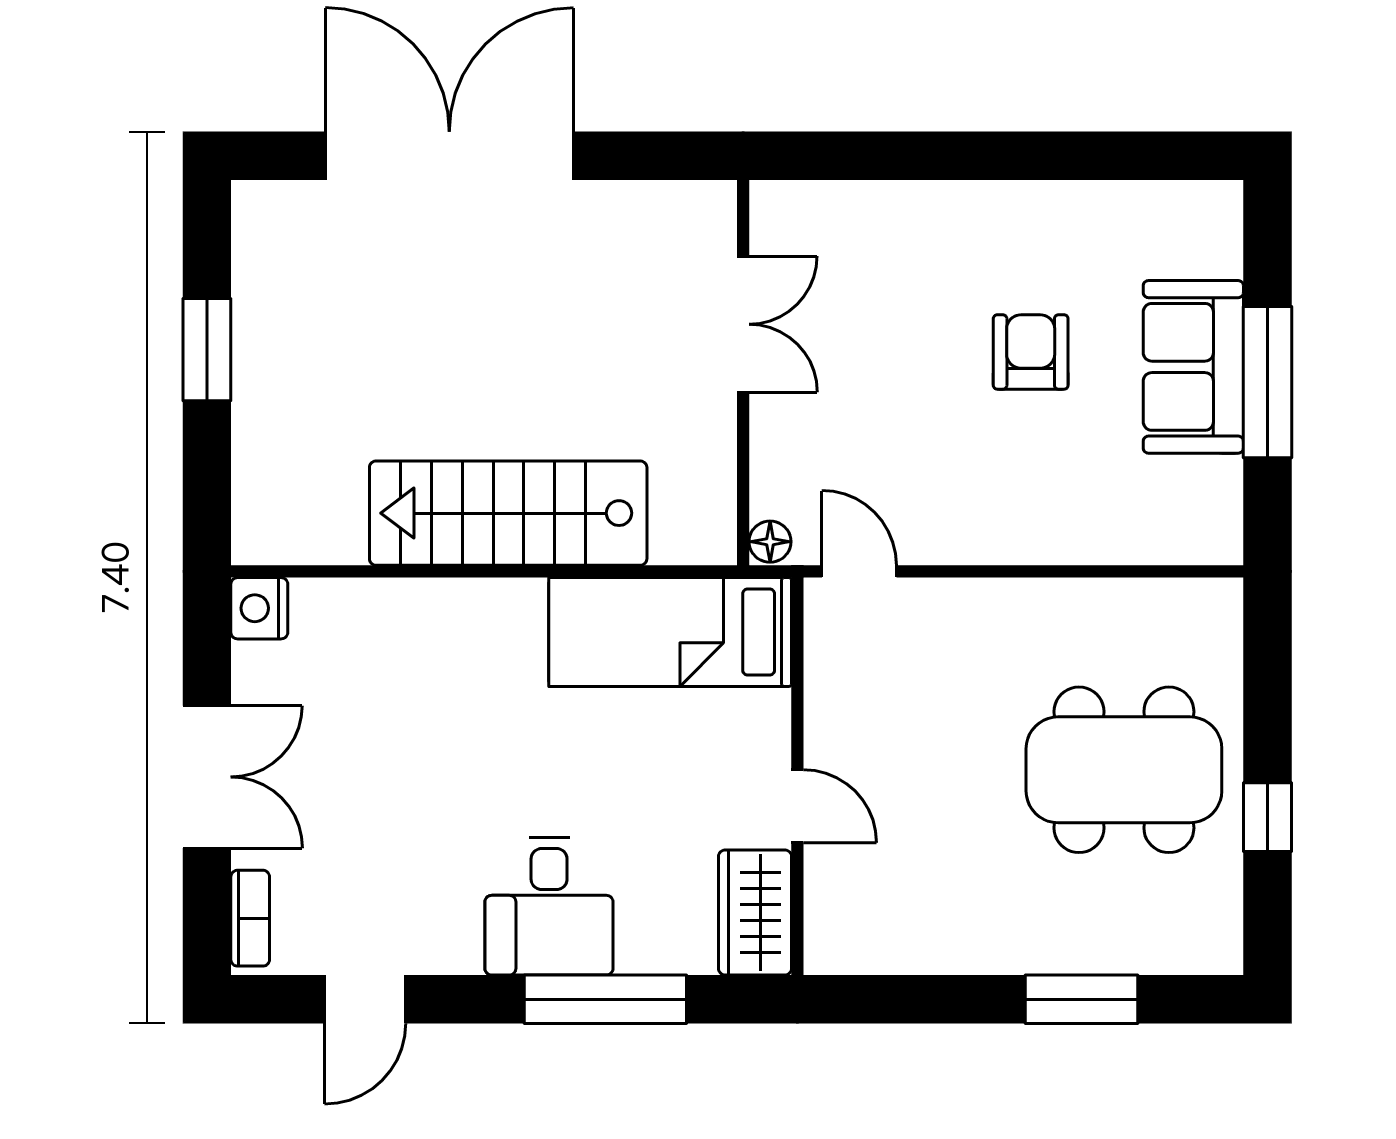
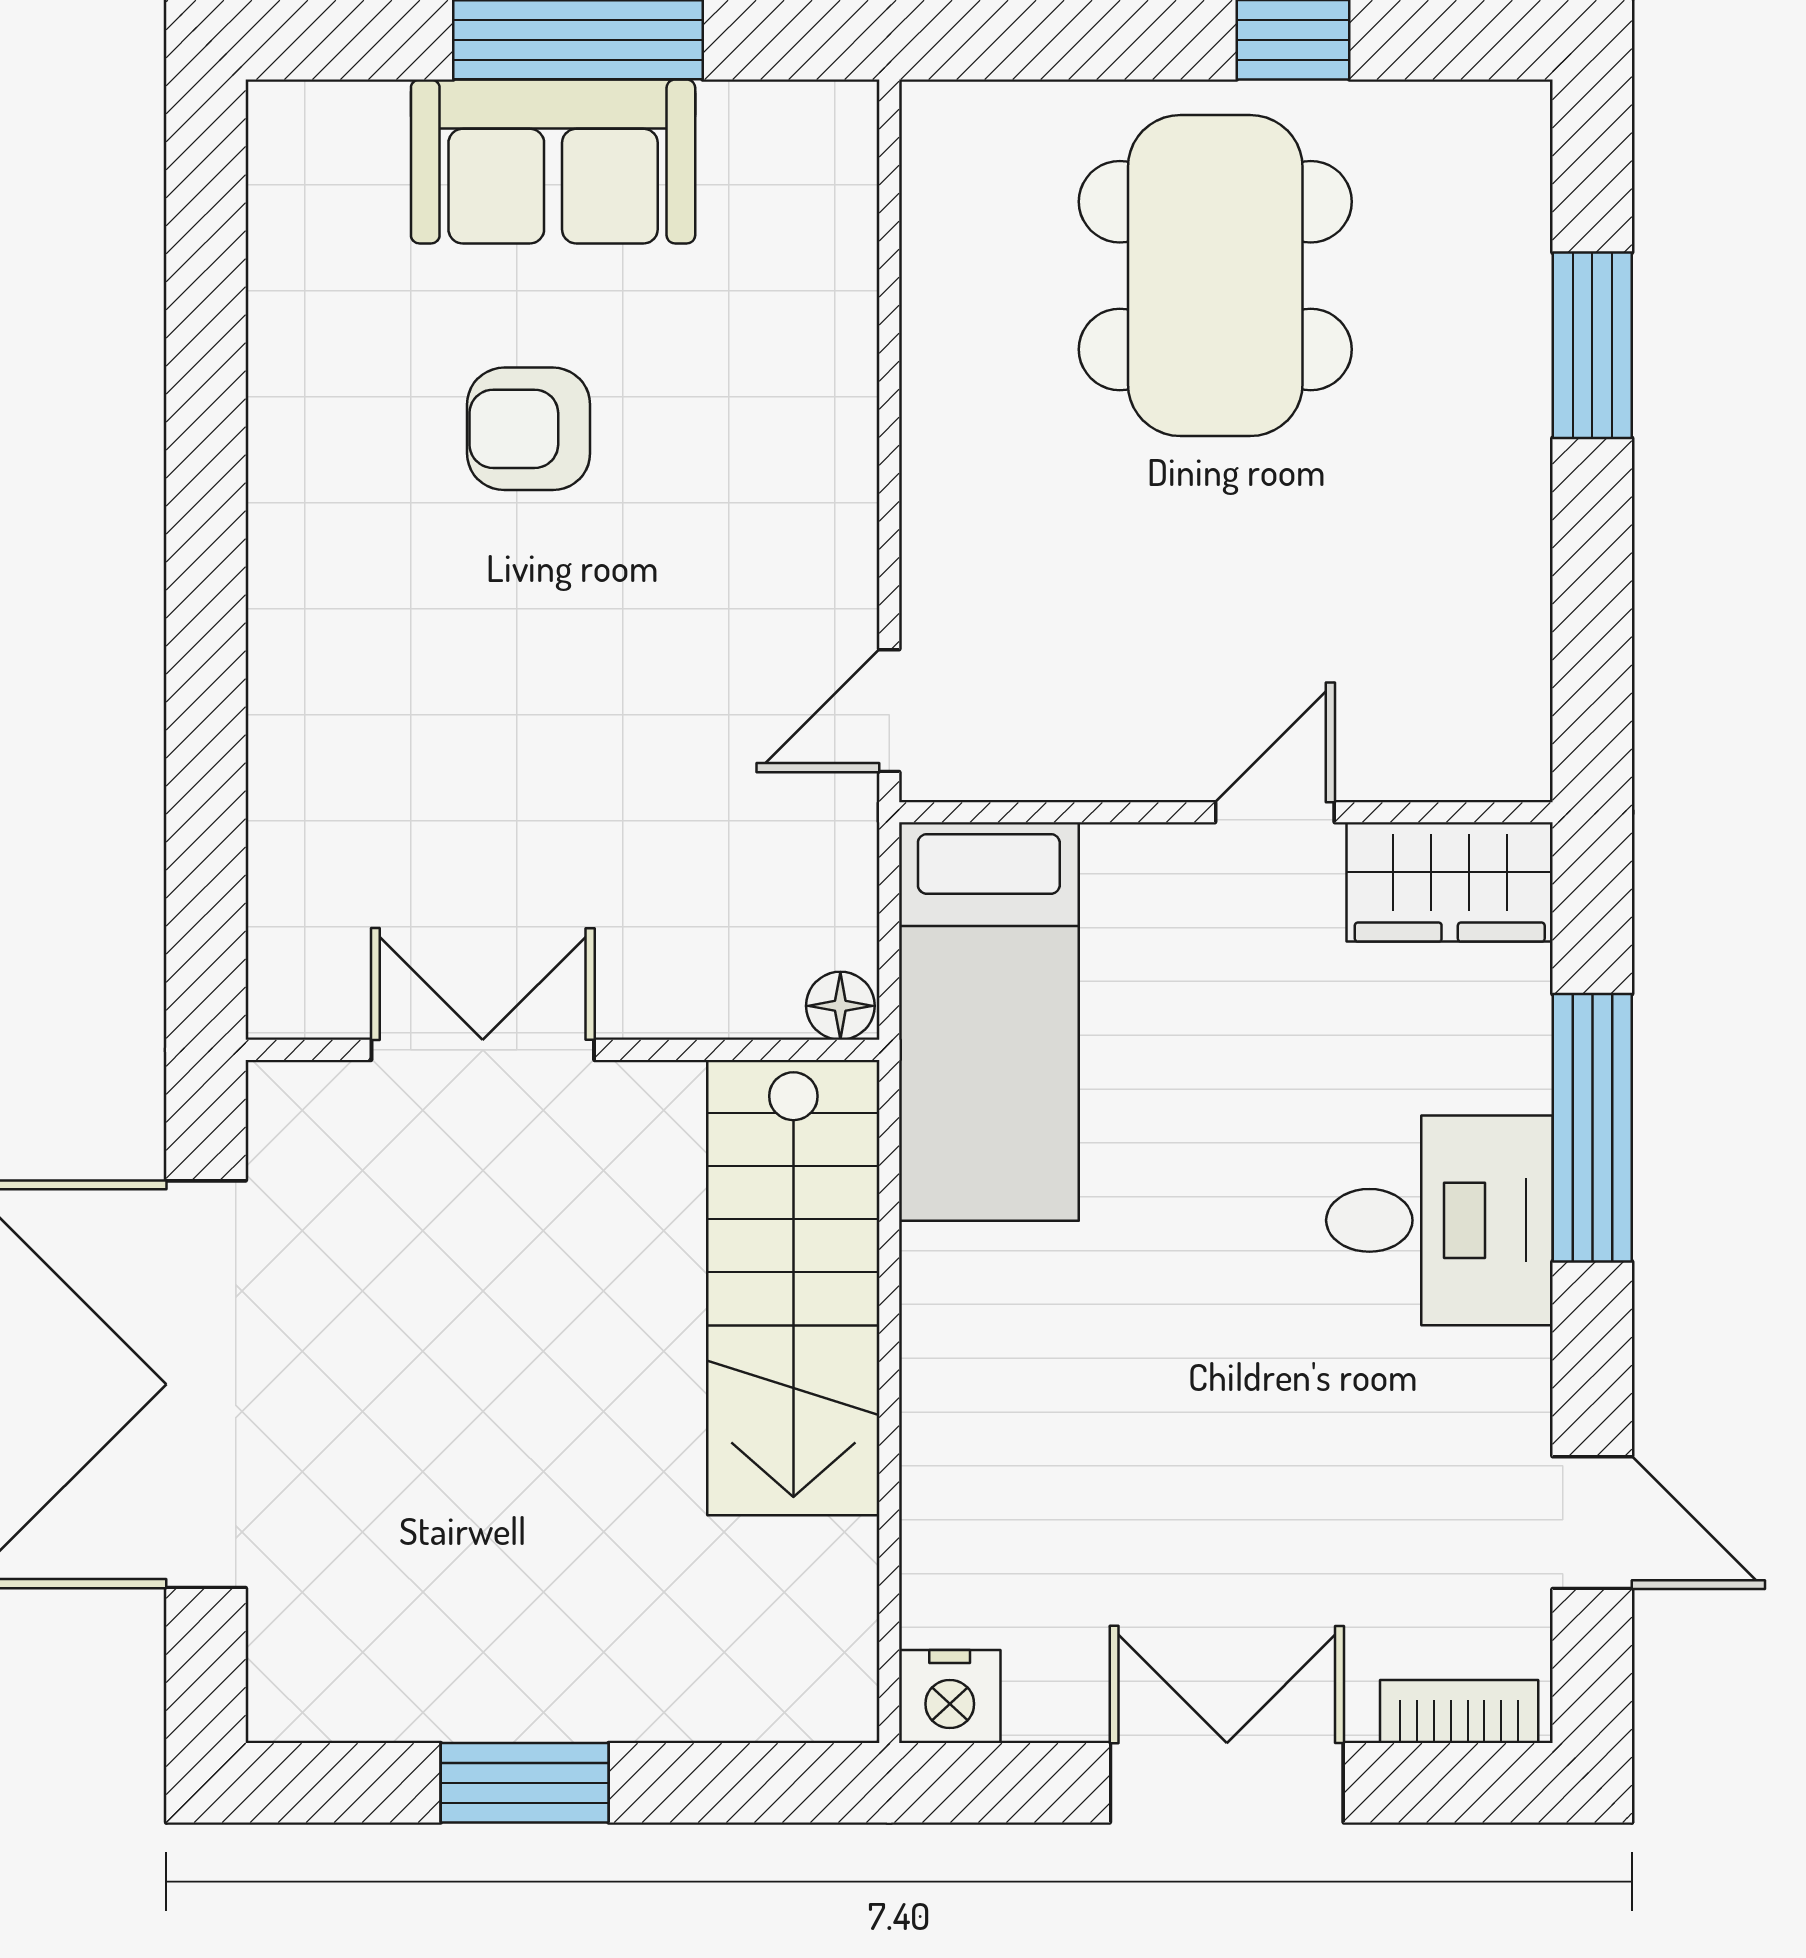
double door: (743, 324) -> (483, 1050), moved
wall: (743, 373) -> (562, 1050), moved
floor lamp: (770, 542) -> (840, 1006), moved

